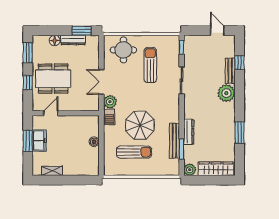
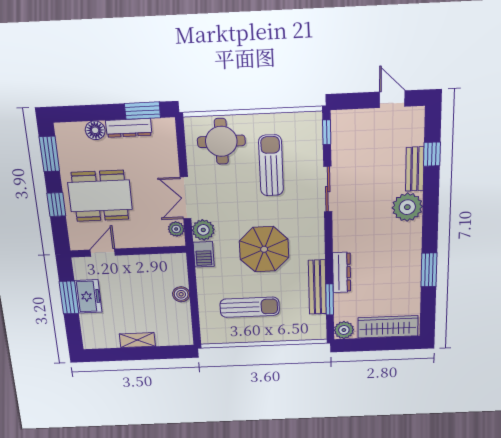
plant: (94, 100) -> (176, 229), added
parasol: (140, 125) -> (264, 249), moved
shelving: (52, 171) -> (137, 340), moved

